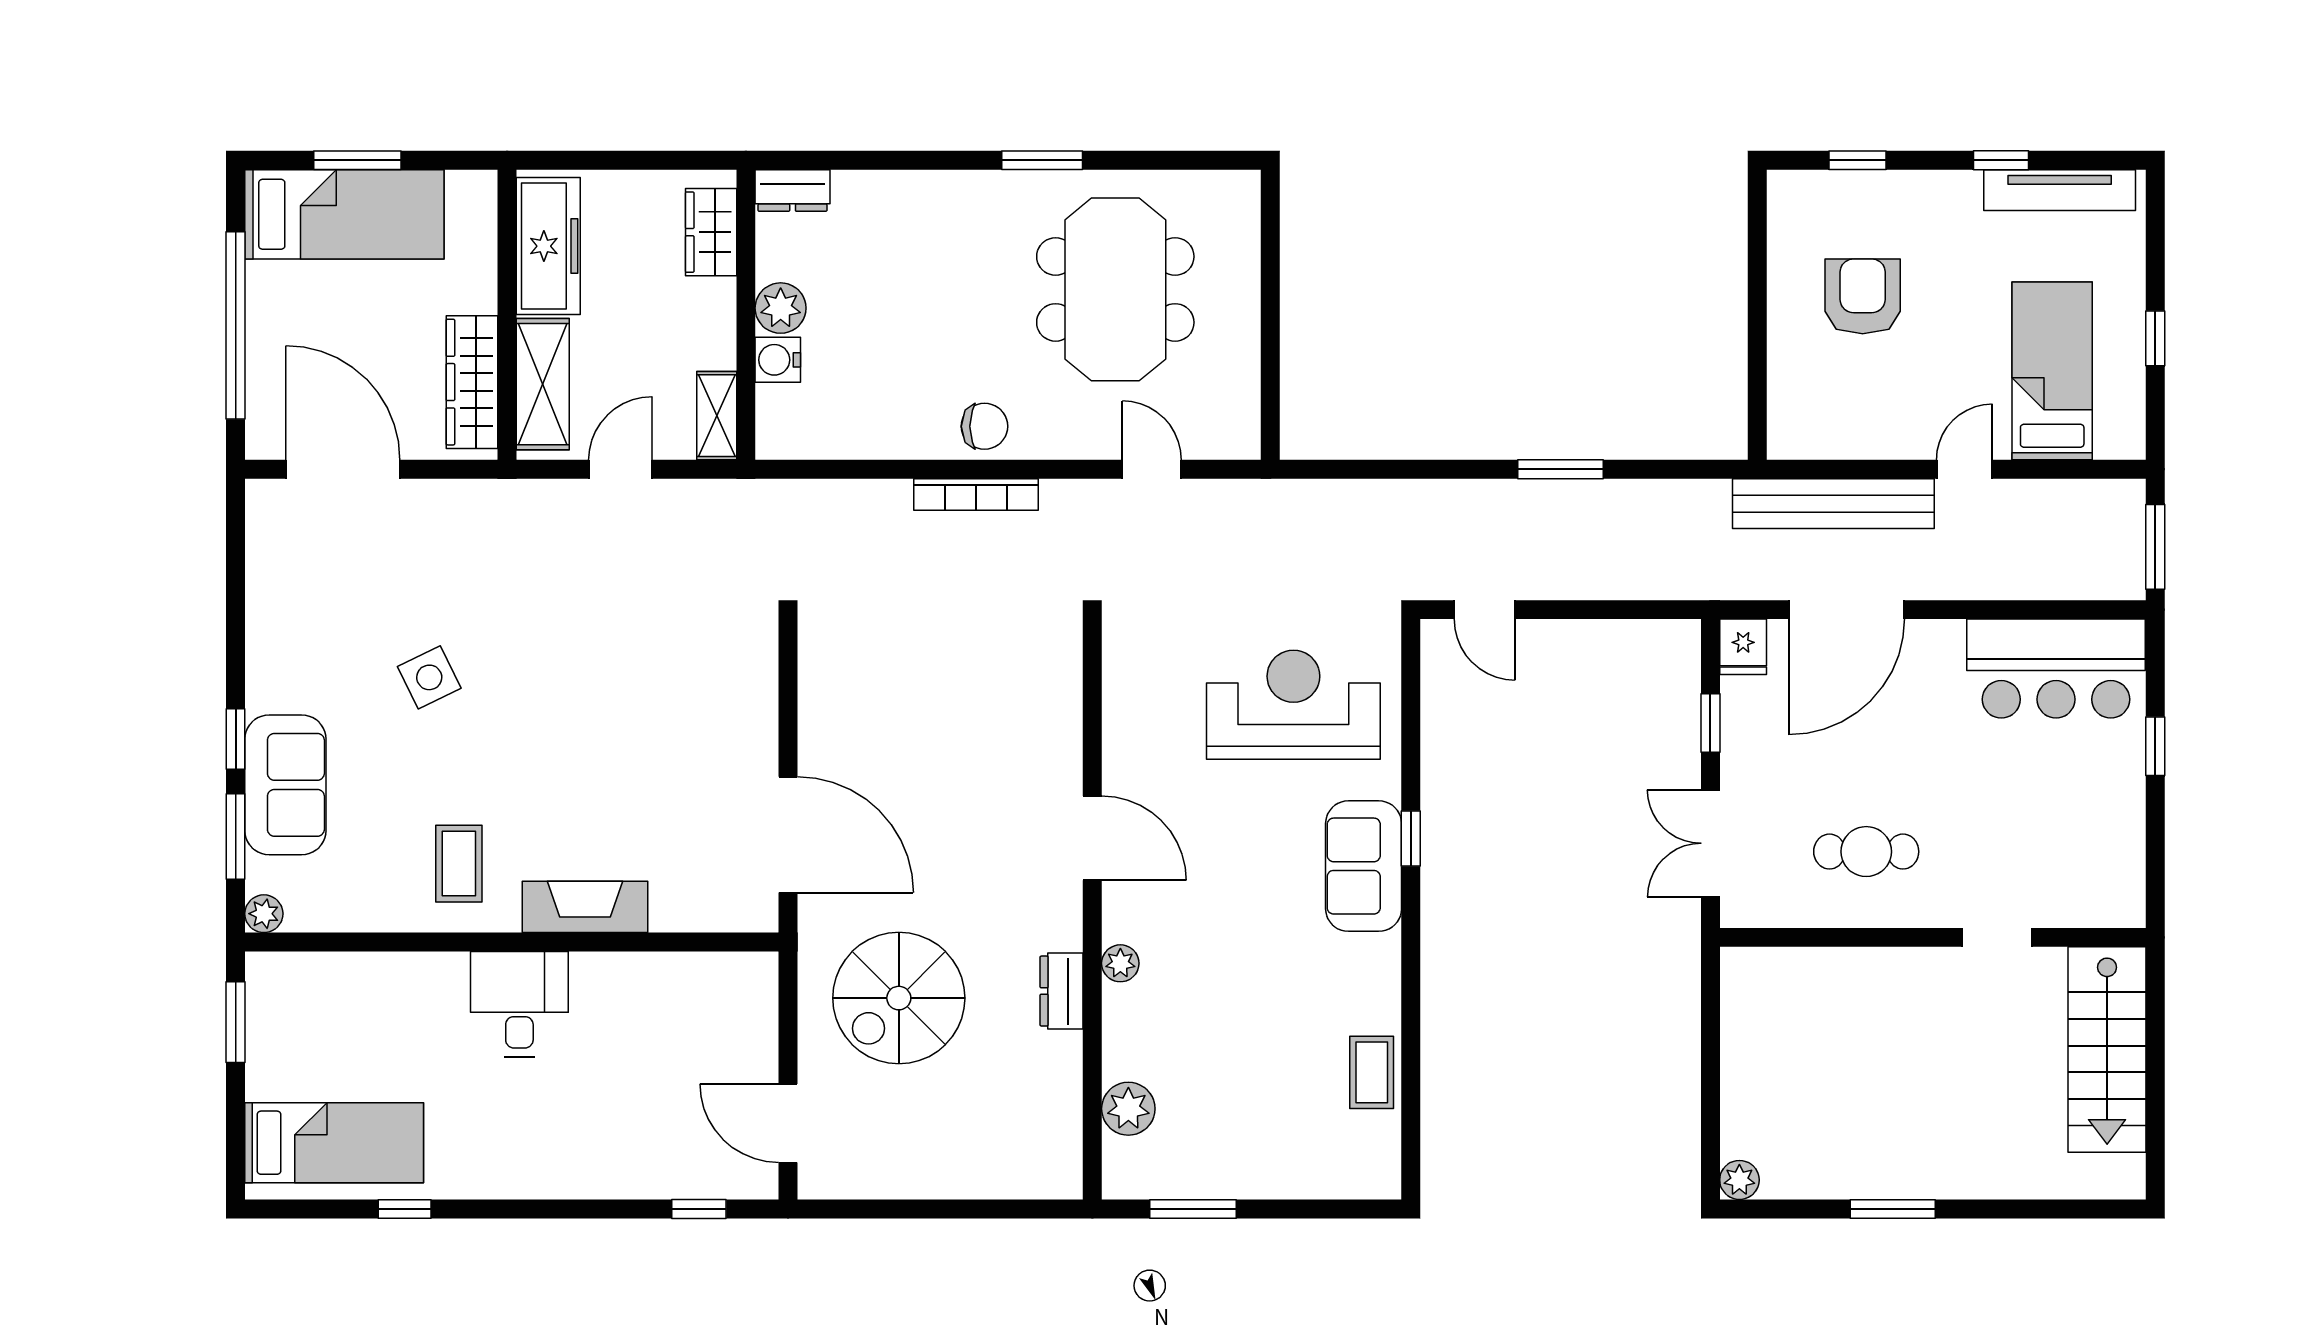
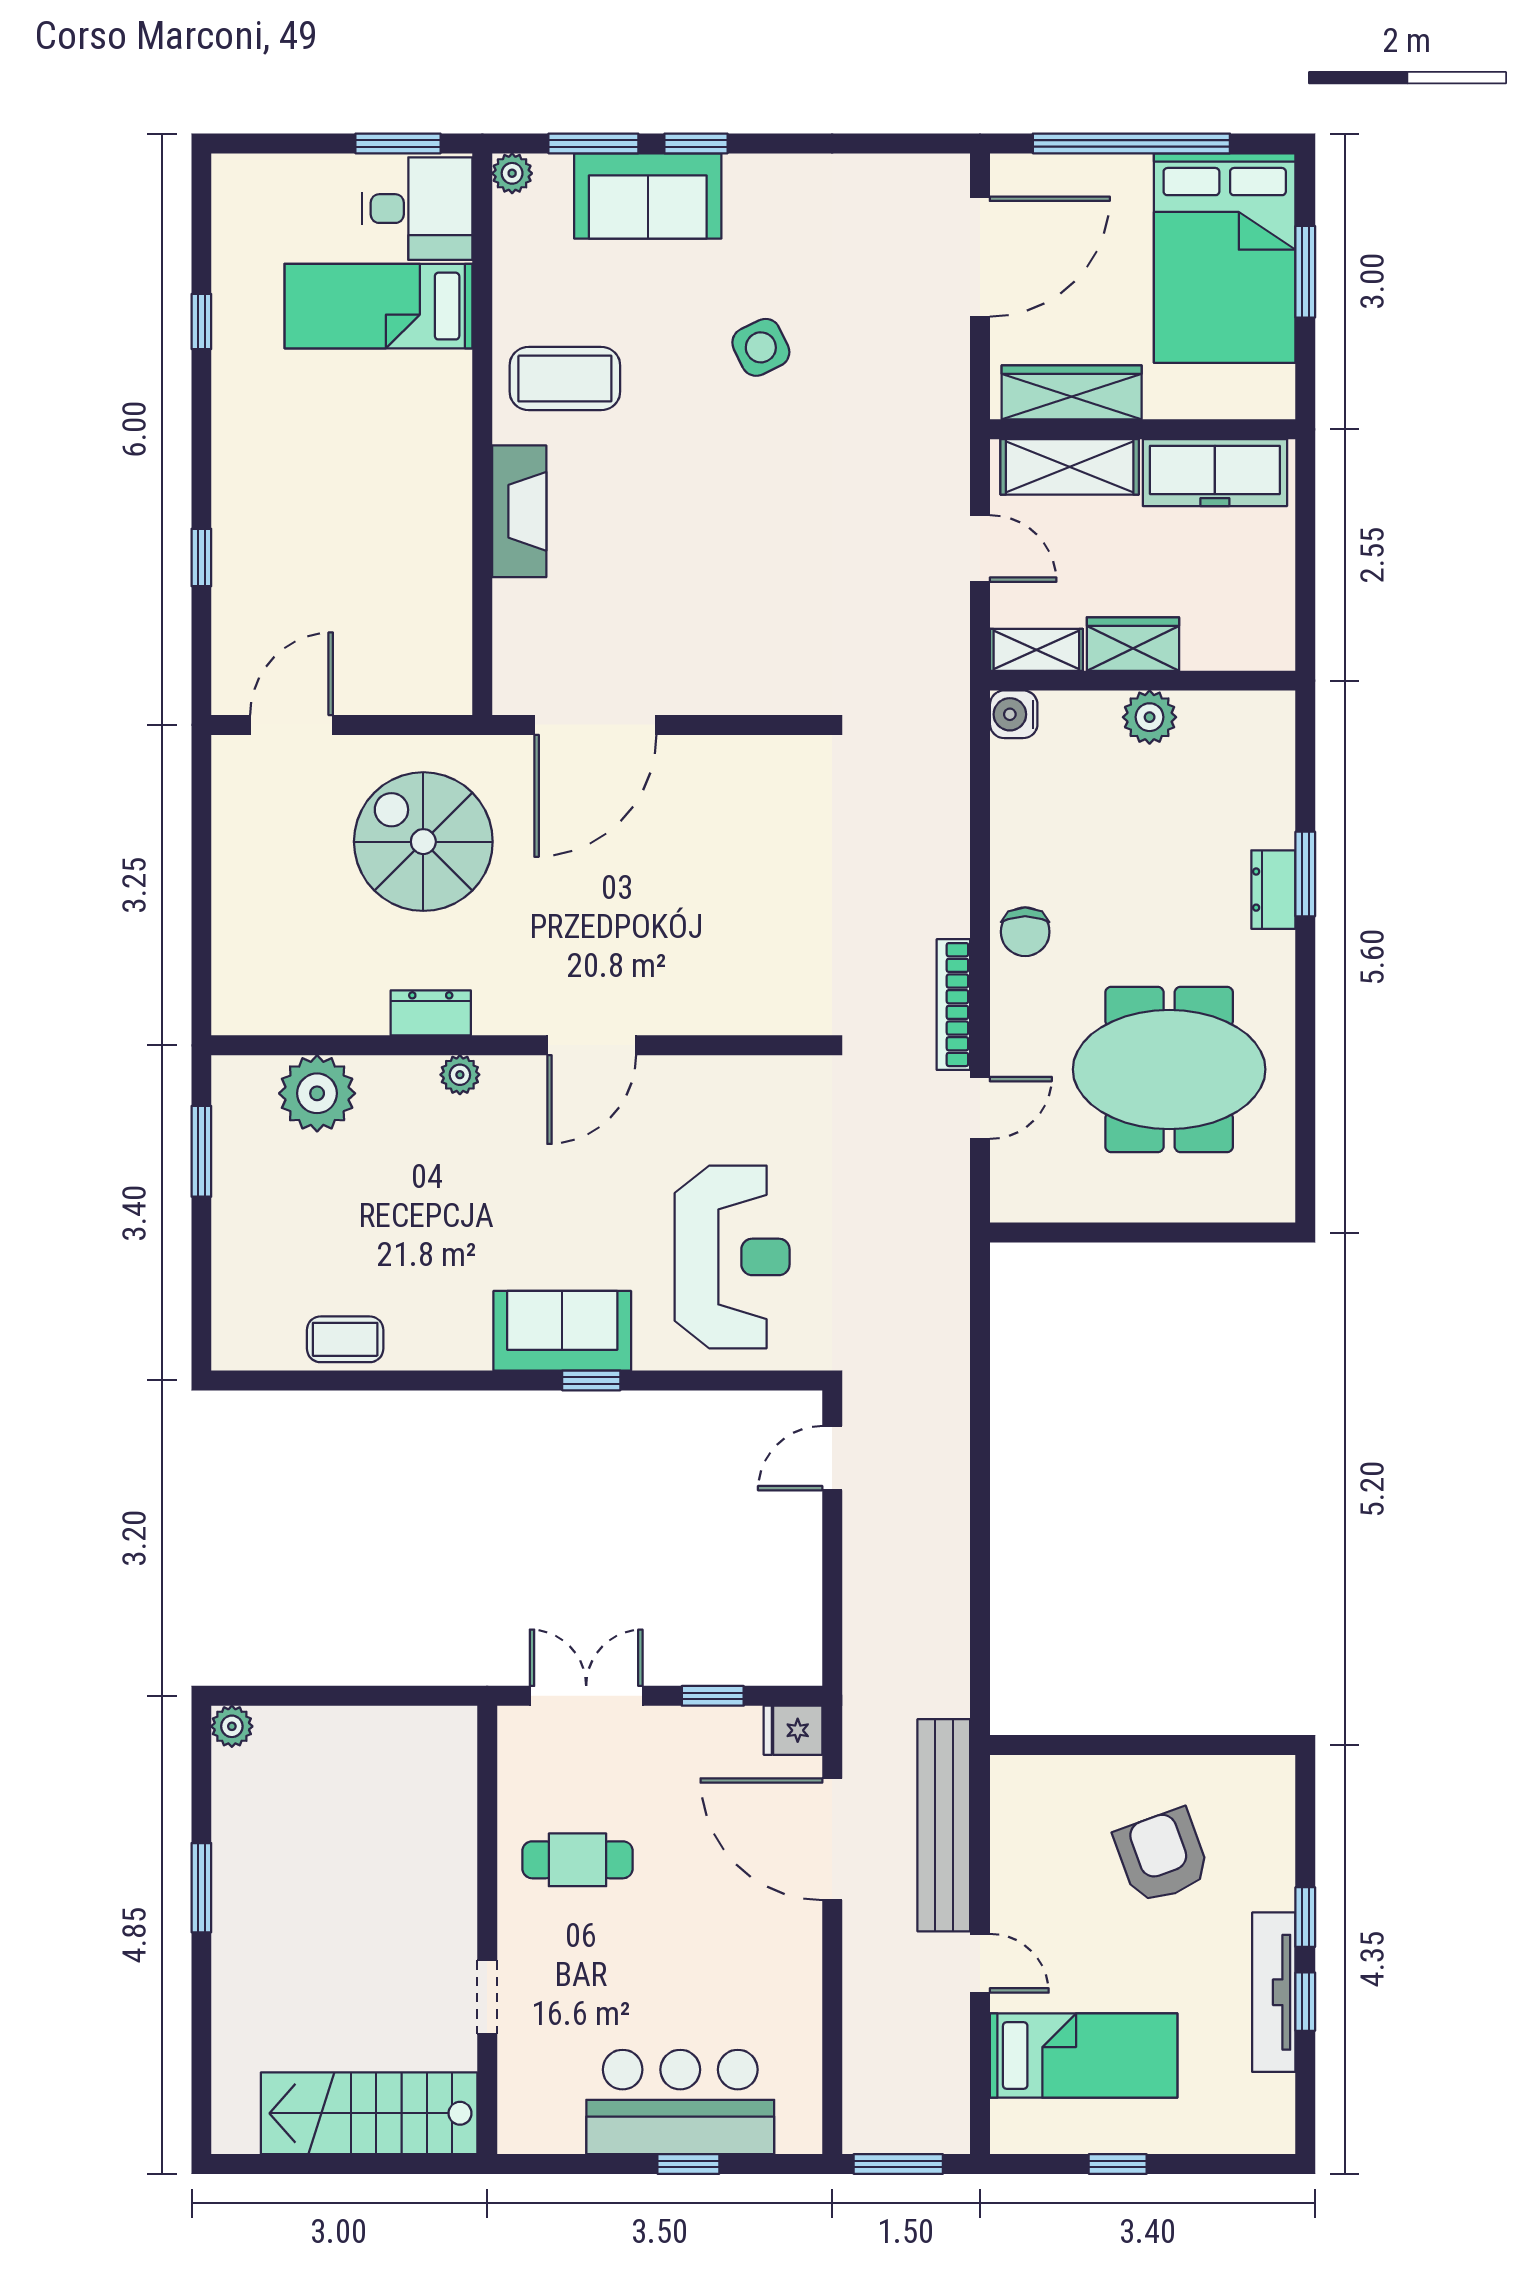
window: (1042, 160) -> (1305, 874), moved
window: (1858, 160) -> (1305, 1917), moved
dresser: (793, 190) -> (1273, 890), moved
tv unit: (2060, 190) -> (1274, 1992), moved
bed: (344, 214) -> (1225, 258), width x1.50
wardrobe: (711, 232) -> (1133, 644), moved
armchair: (1863, 296) -> (1162, 1856), turned -110
water cooler: (778, 360) -> (1014, 714), moved, turned -90
window: (1560, 469) -> (980, 1538), removed
bookcase: (976, 494) -> (953, 1005), moved
bar counter: (2056, 669) -> (680, 2102), moved, turned 90
cafe table: (1866, 852) -> (578, 1860), turned 90
coffee table: (459, 864) -> (565, 379), width x1.36, depth x1.30
desk: (519, 1004) -> (417, 209), moved
plant: (1128, 1109) -> (317, 1093), width x1.36, depth x1.36
bed: (334, 1143) -> (378, 306), moved, turned 90
window: (699, 1209) -> (201, 558), moved

